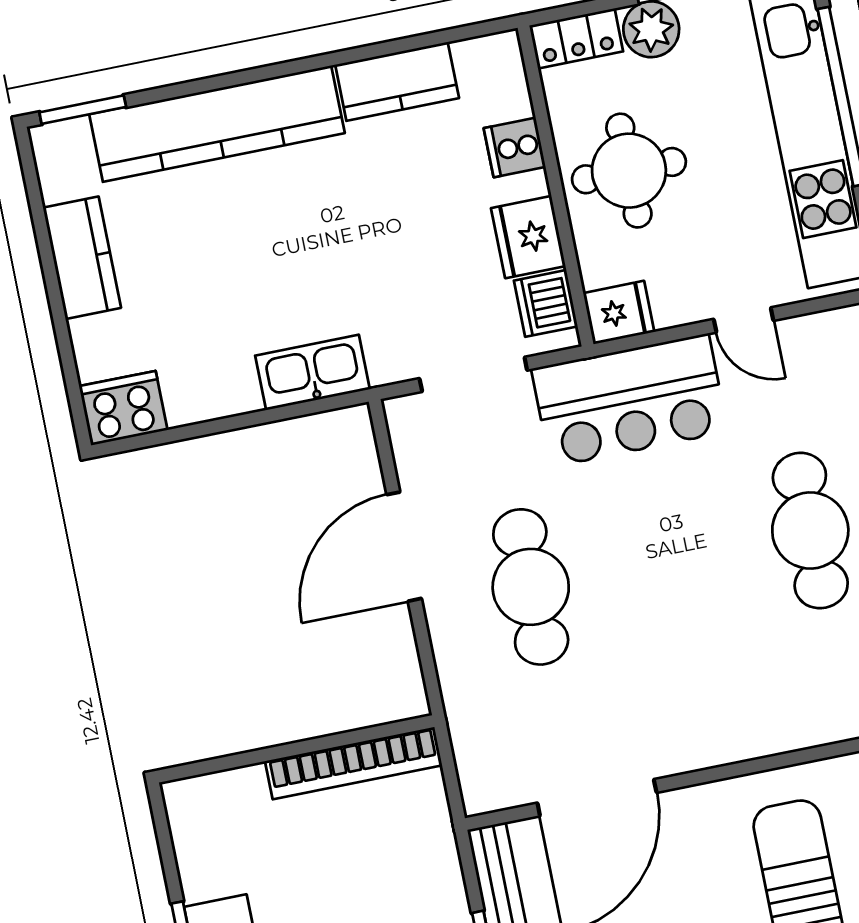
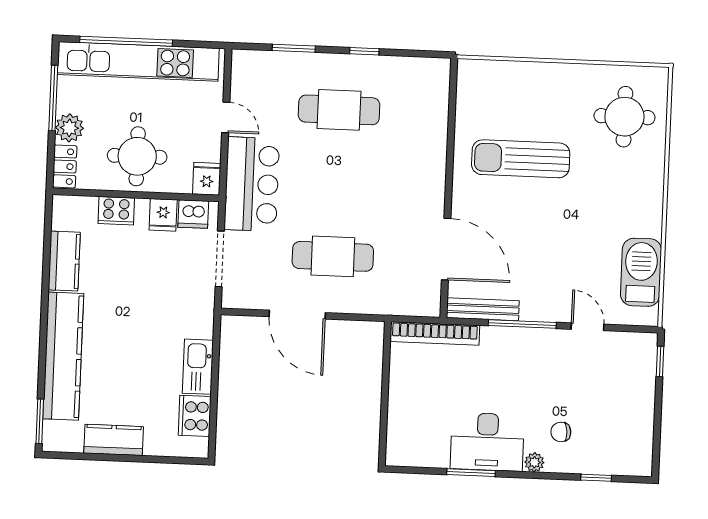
cooker: (515, 147) -> (116, 211), width x1.36
fridge: (528, 237) -> (163, 215), width x0.72
door: (744, 320) -> (226, 117), hinge flipped
kitchen sink: (312, 372) -> (198, 367), moved
cooker: (123, 408) -> (195, 416), moved
bookcase: (354, 763) -> (435, 333), moved, turned 90

